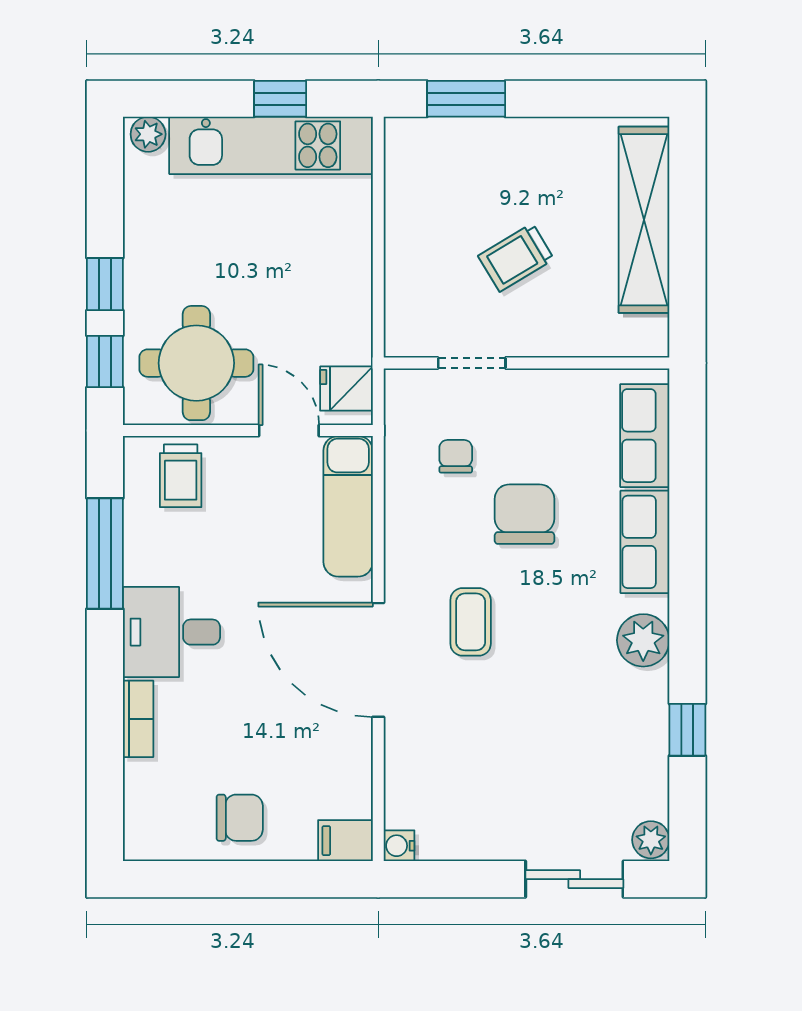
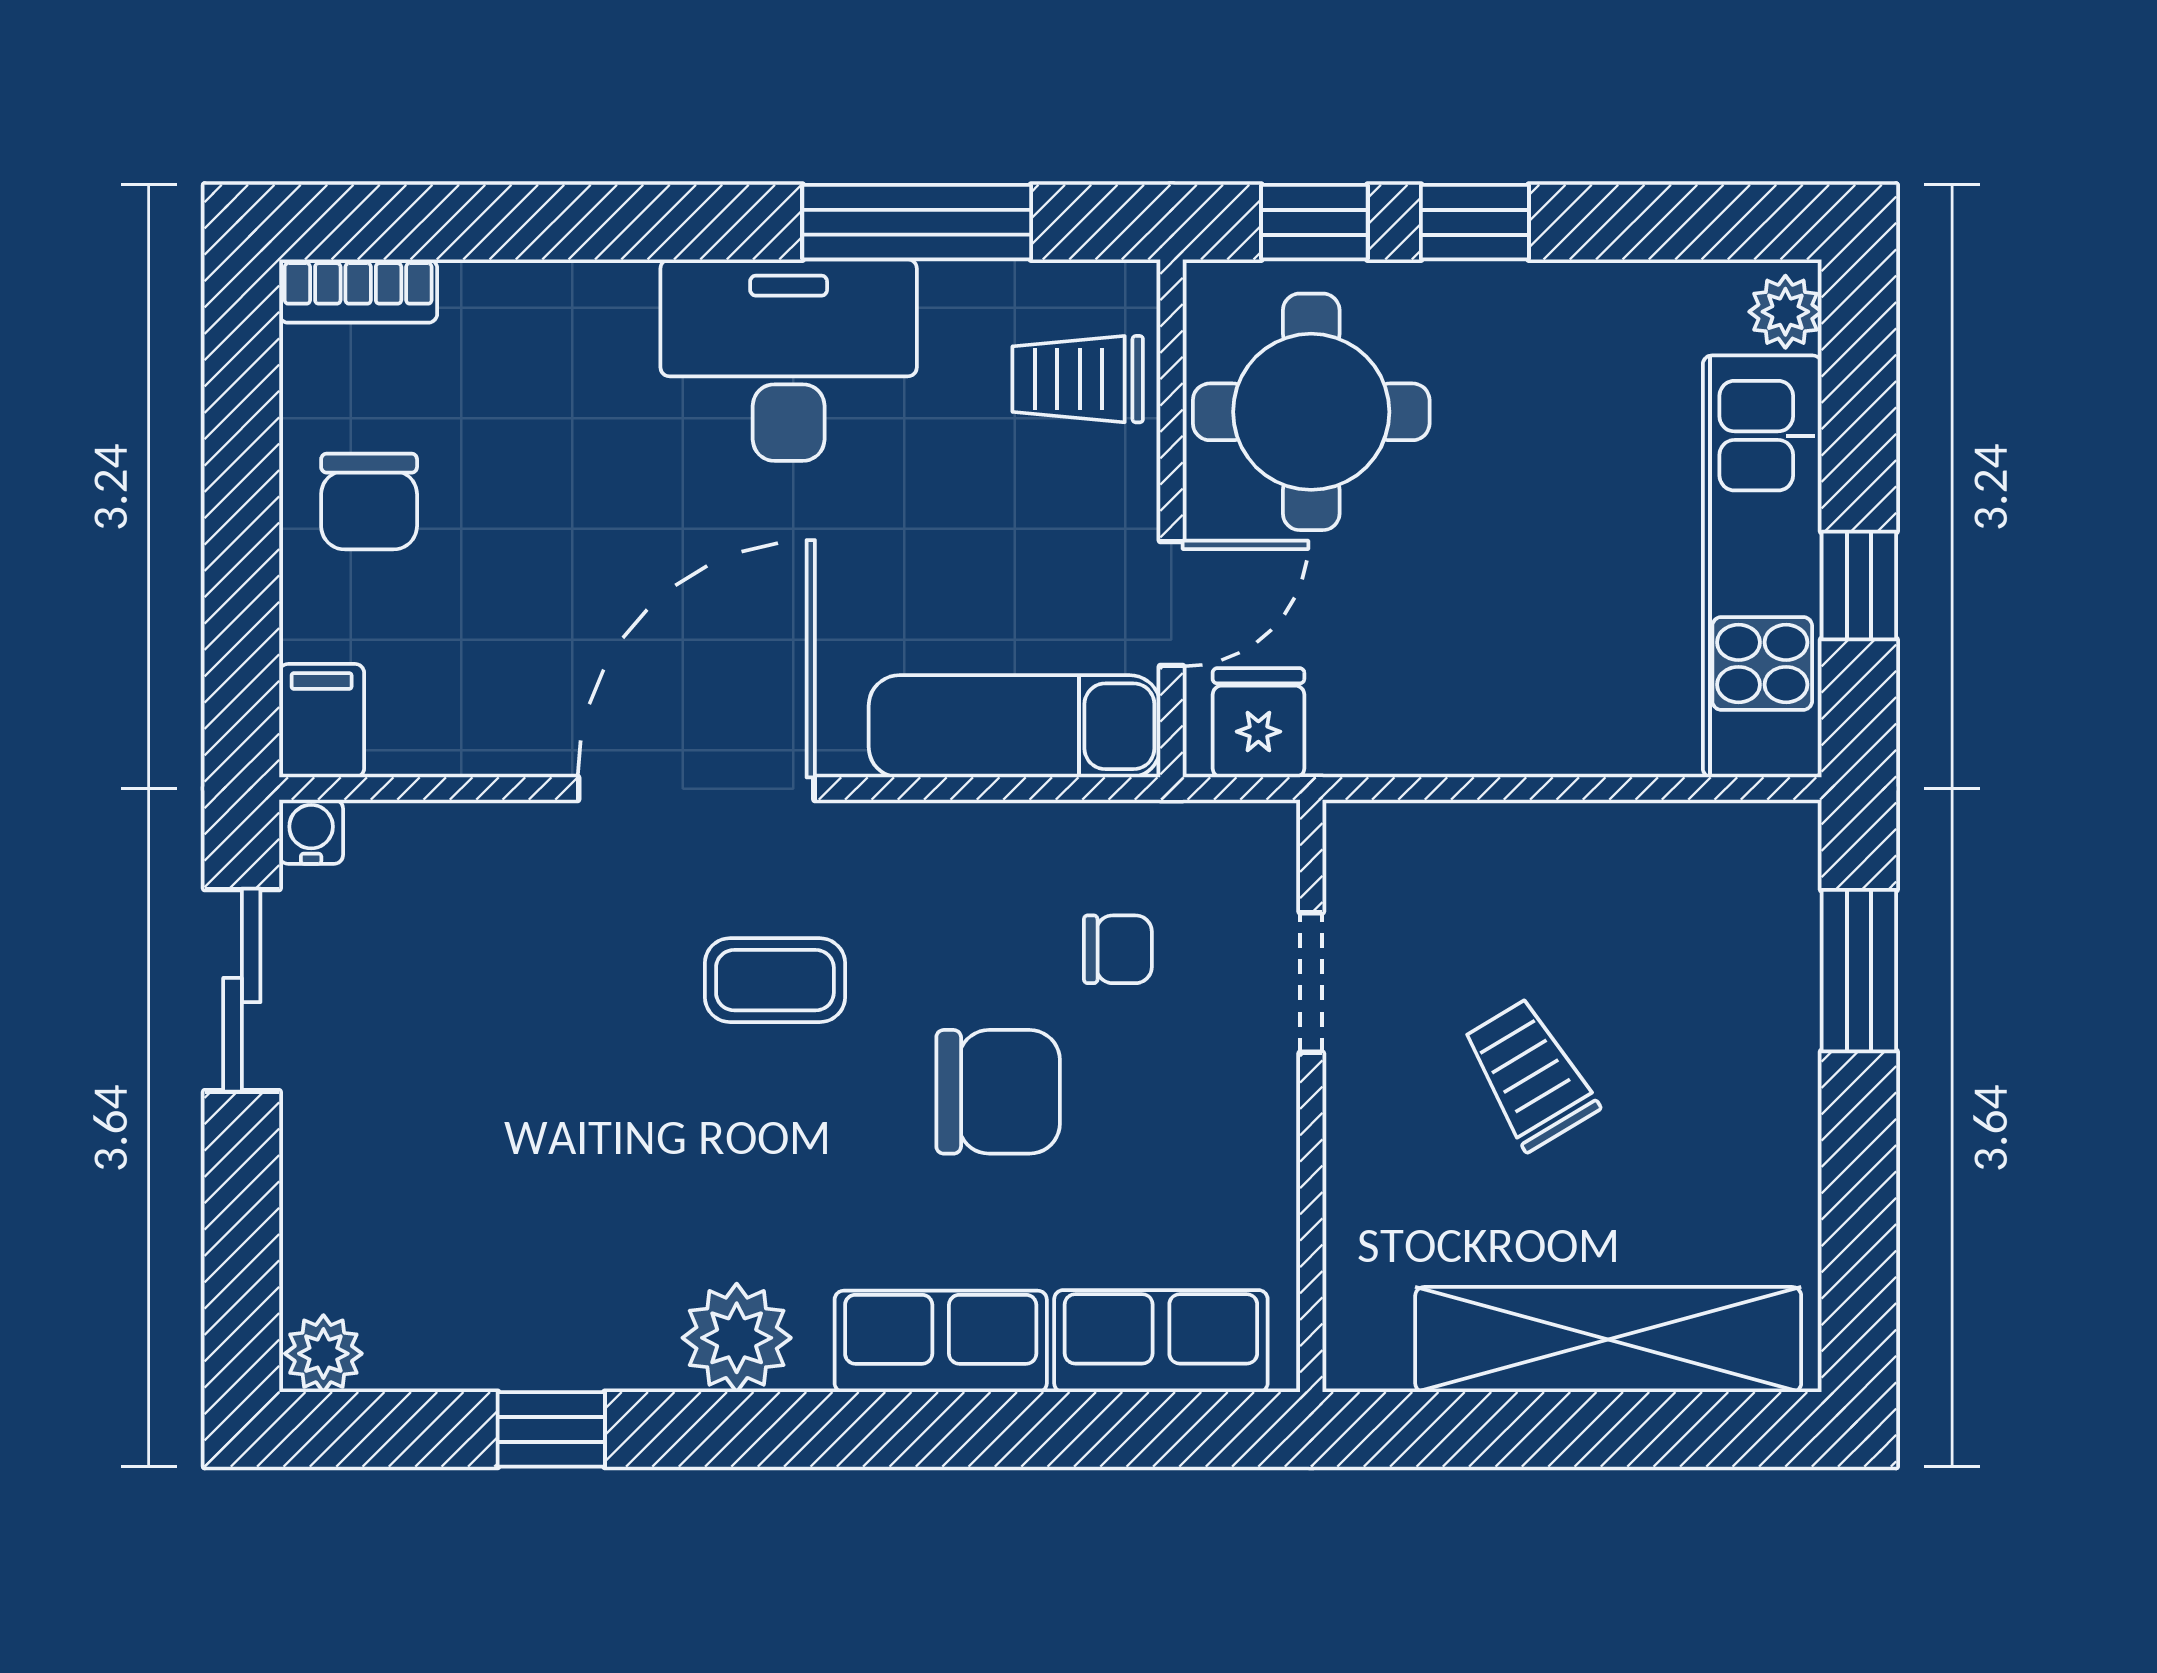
desk: (171, 632) -> (789, 360), width x1.37
bookcase: (138, 719) -> (358, 291), moved
sliding door: (574, 879) -> (242, 990), moved

